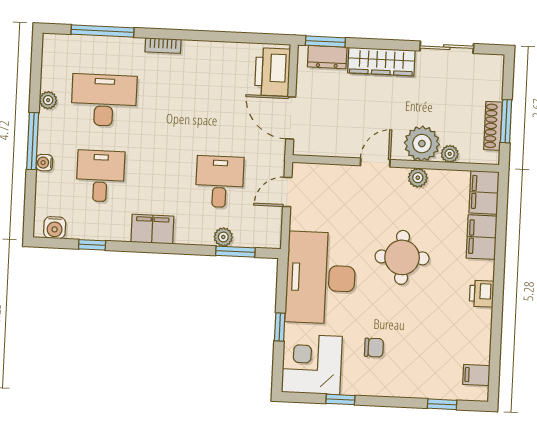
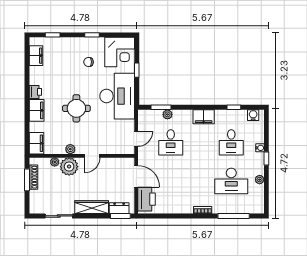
window: (33, 141) -> (266, 158), width x0.46
filing cabinet: (482, 237) -> (37, 110), moved
filing cabinet: (476, 375) -> (36, 56), width x2.00
window: (340, 399) -> (92, 35), moved

